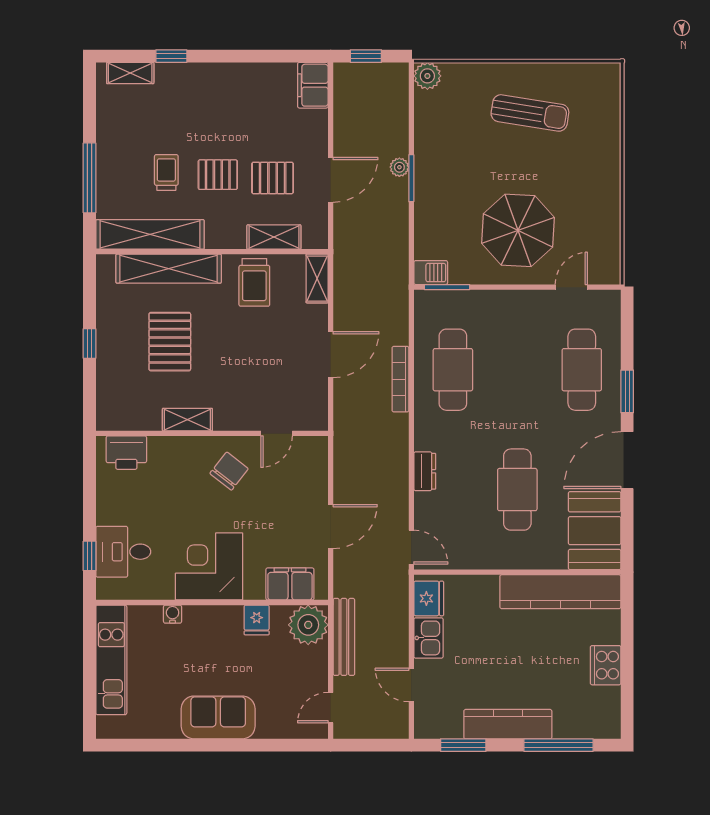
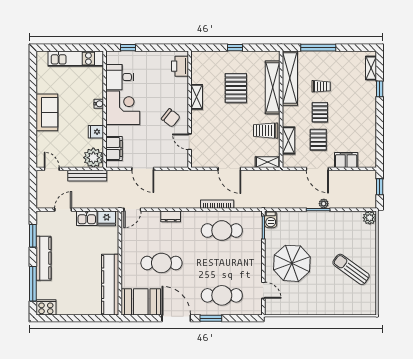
filing cabinet: (313, 85) -> (346, 160), moved
sun lounger: (530, 113) -> (351, 269), turned 117
pallet: (170, 342) -> (236, 88), turned 90
desk: (123, 552) -> (120, 77), moved, turned -90
water cooler: (173, 614) -> (99, 104), moved
cooker: (606, 665) -> (46, 307), moved

